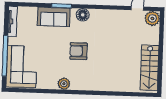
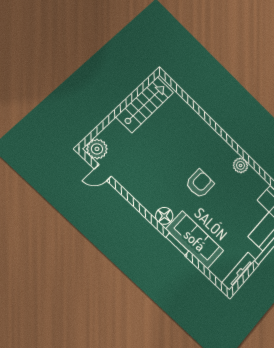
sofa: (54, 17) -> (195, 240), width x1.36
armchair: (79, 51) -> (200, 184), turned -90

